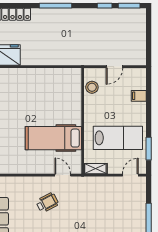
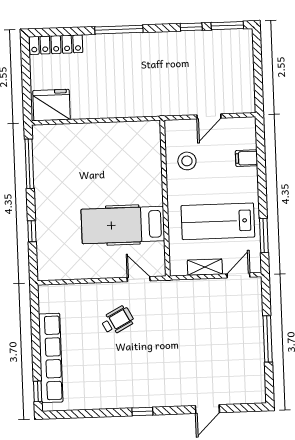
stool: (92, 87) -> (187, 161), moved
lab bench: (118, 138) -> (218, 221), turned 180
shelving: (95, 169) -> (205, 267), moved

